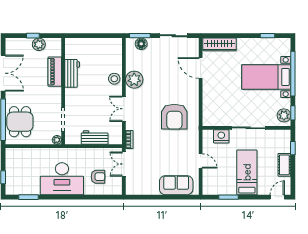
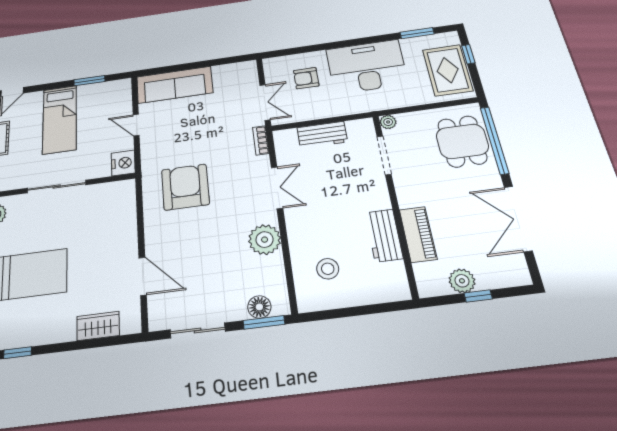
wardrobe: (220, 44) -> (98, 326), width x0.67
stool: (114, 79) -> (328, 269), moved
nightstand: (221, 136) -> (123, 163), moved, turned -90
rug: (17, 168) -> (448, 70), added
sofa: (176, 185) -> (175, 85), width x1.36

